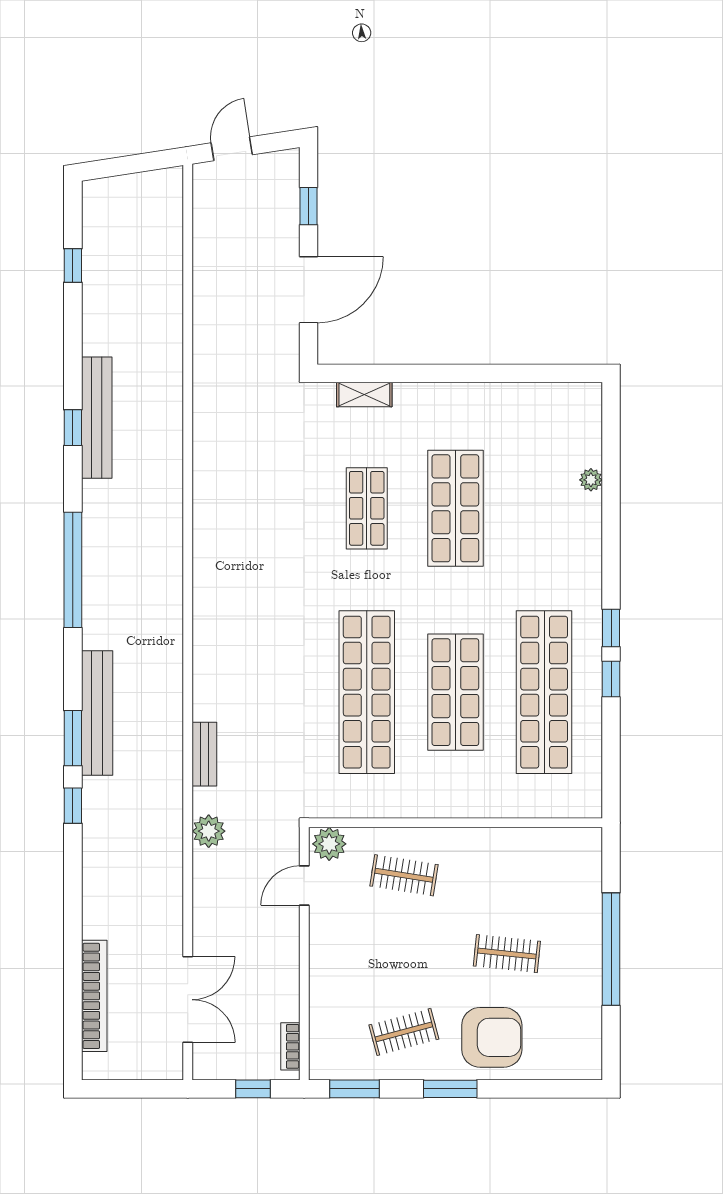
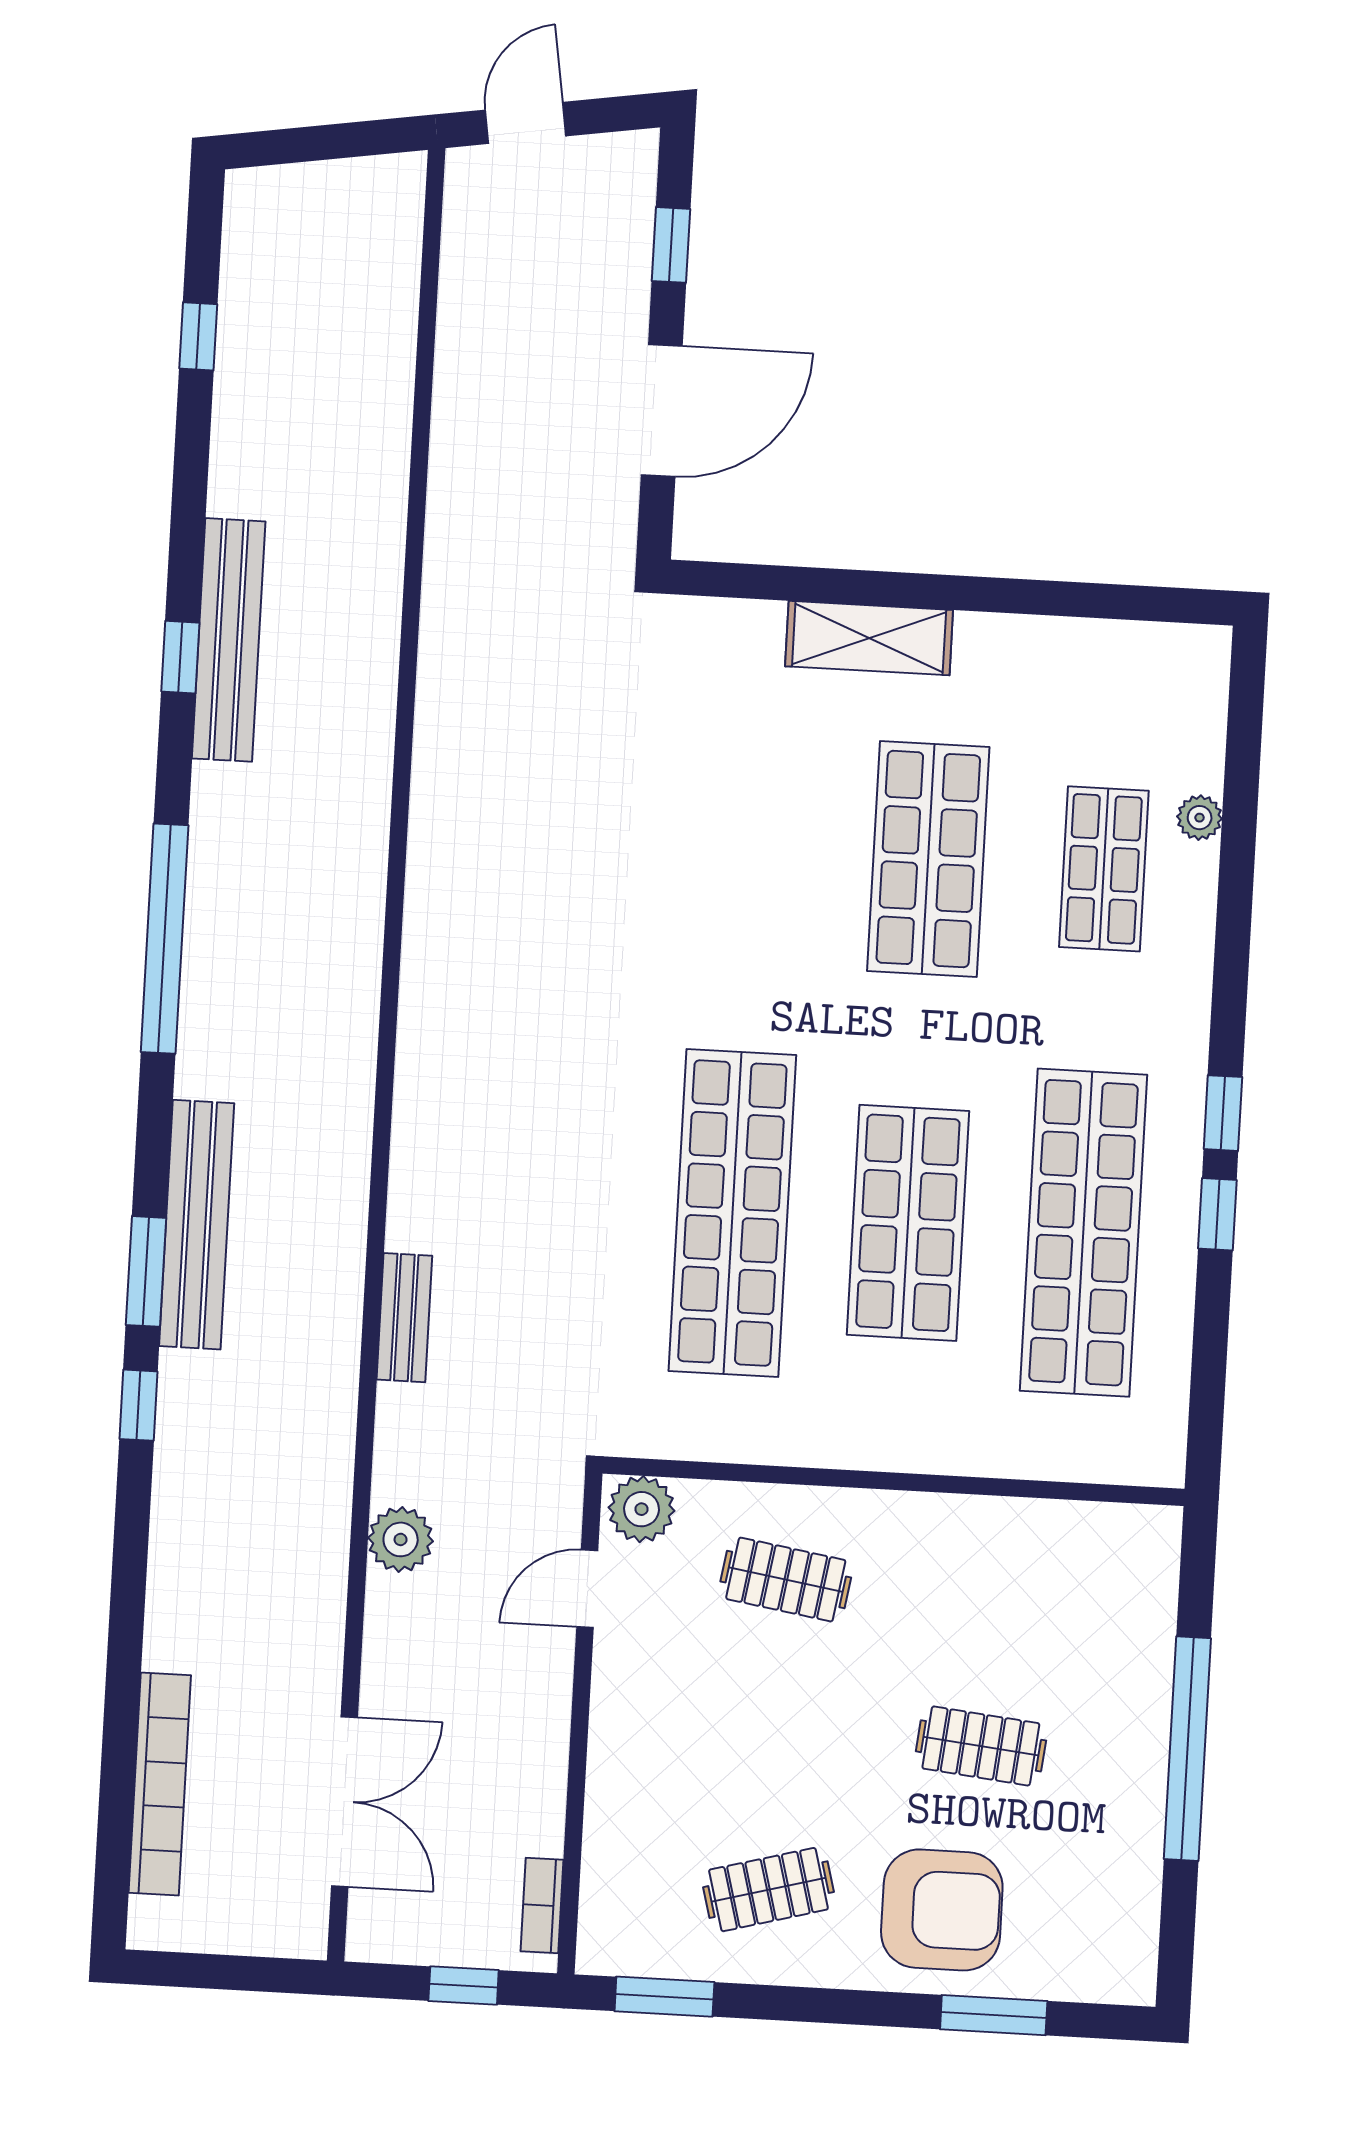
shelving: (364, 394) -> (869, 638), moved, width x1.50, depth x1.33
shop shelf: (367, 508) -> (1104, 869), moved
plant: (209, 831) -> (401, 1539), moved
window: (450, 1089) -> (994, 2015), moved

